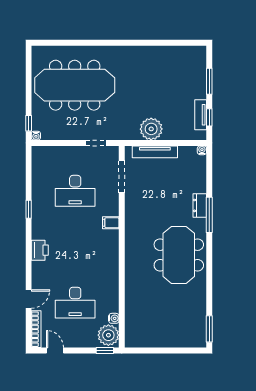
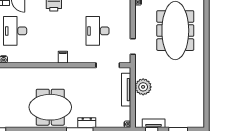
filing cabinet: (111, 223) -> (63, 57), moved

